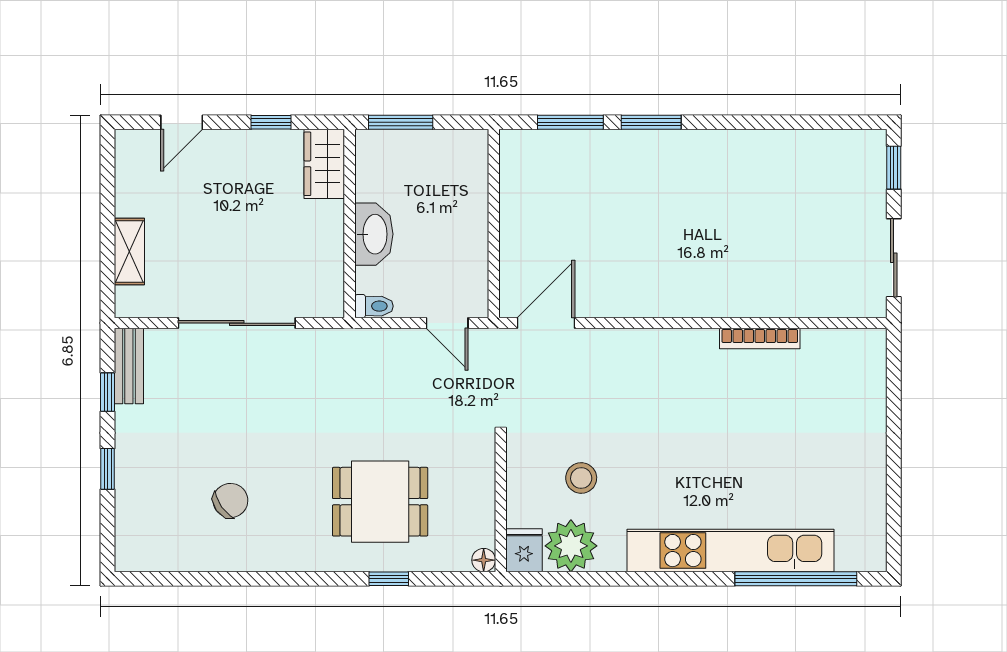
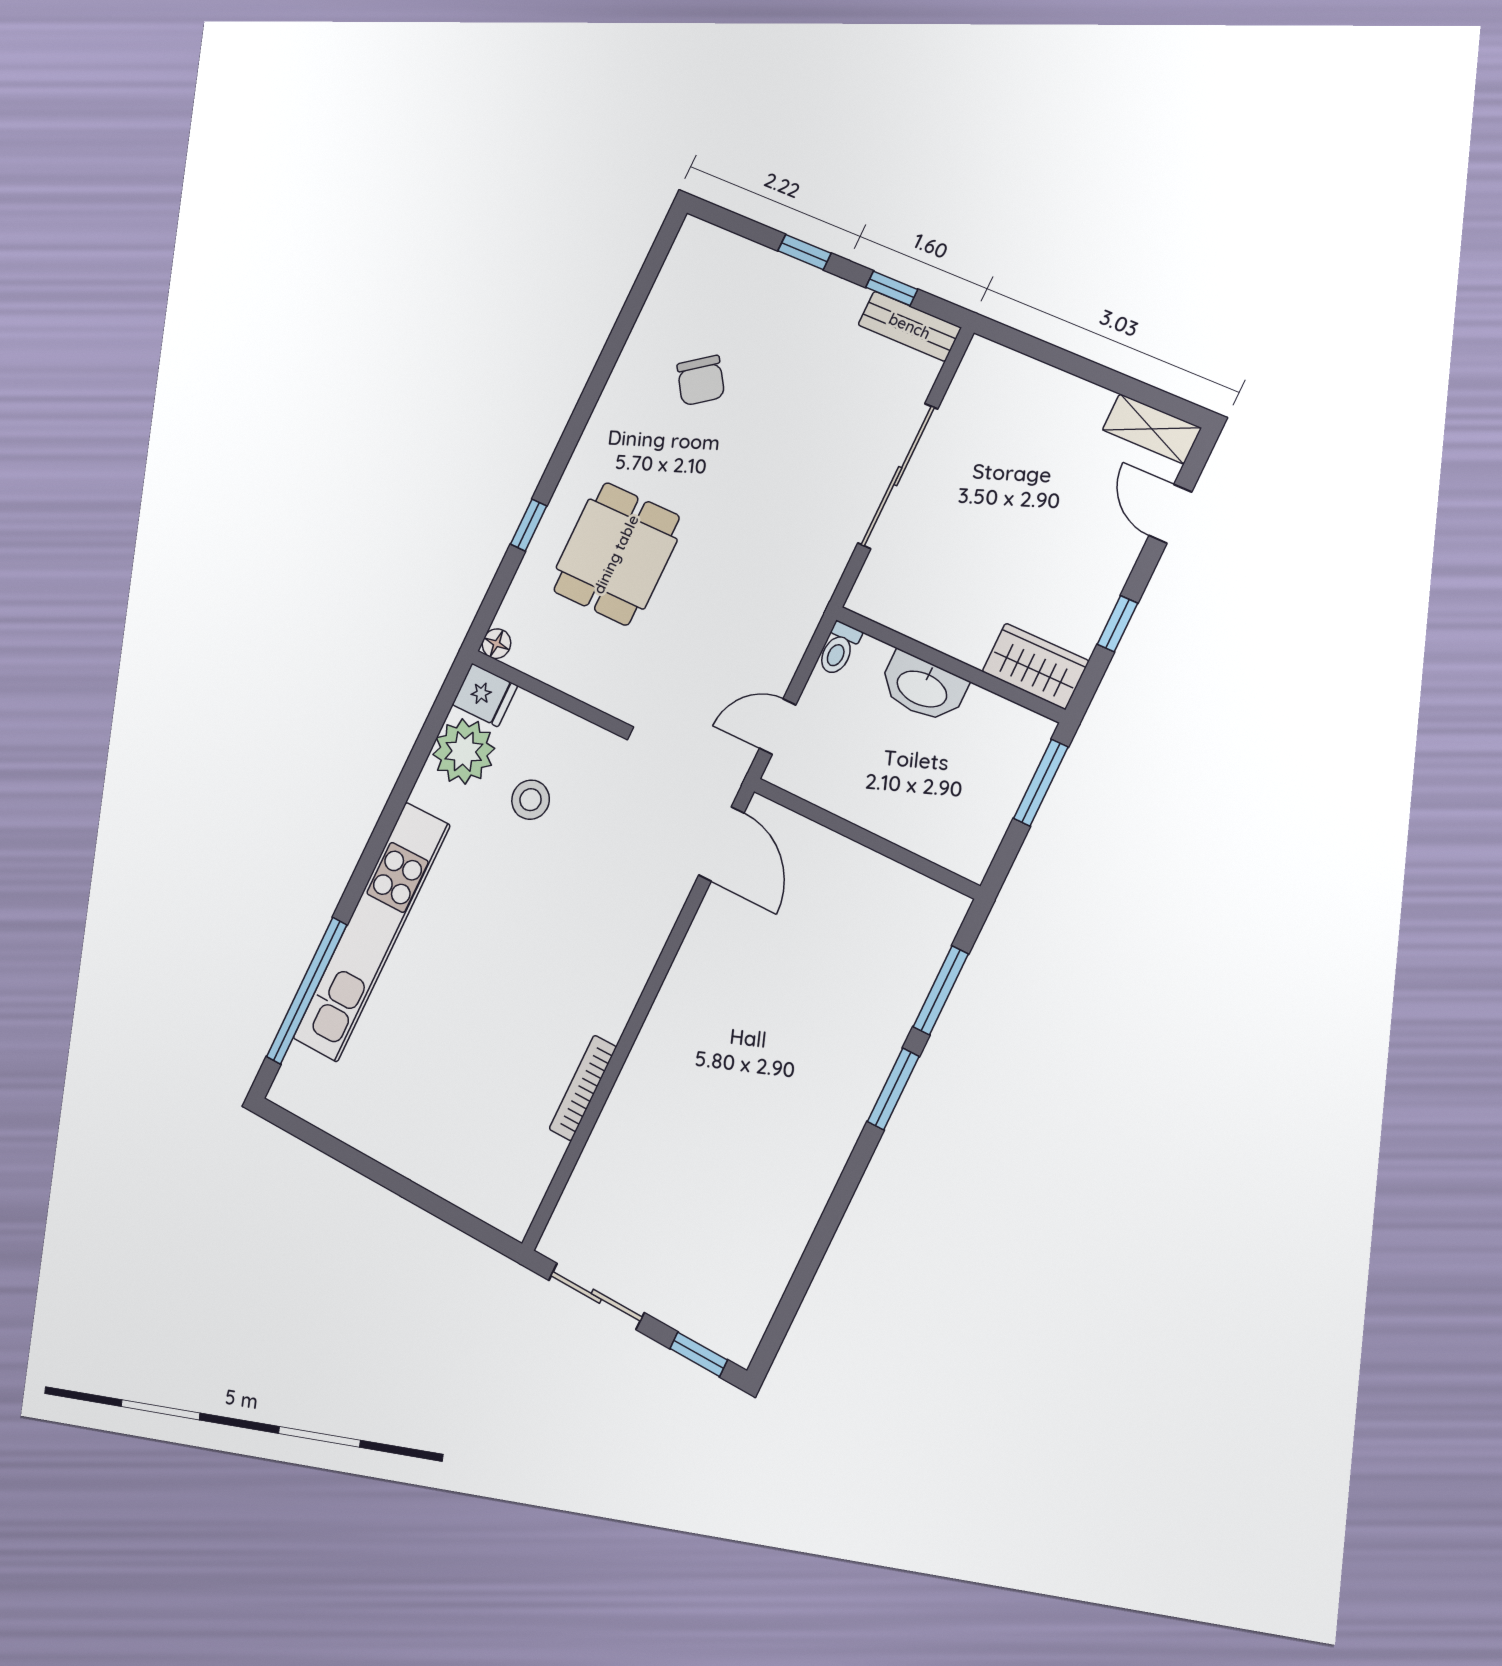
shelving: (129, 252) -> (1152, 429), moved

